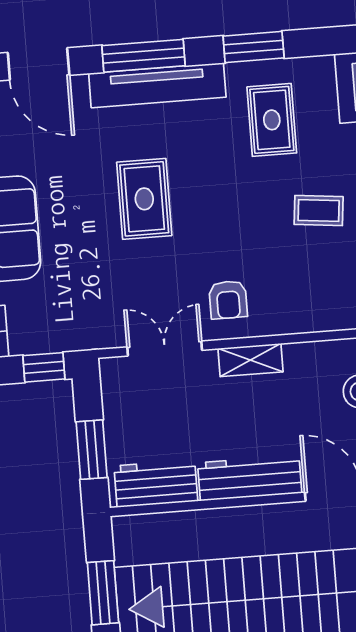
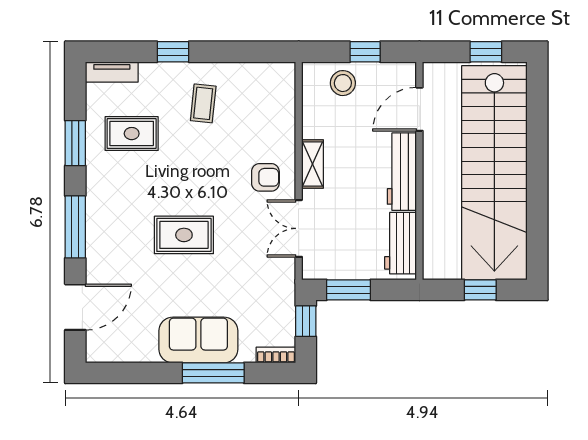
tv unit: (157, 85) -> (98, 218), removed
window: (92, 450) -> (348, 290), moved
window: (103, 593) -> (480, 290), width x0.67

